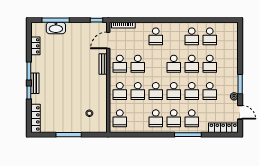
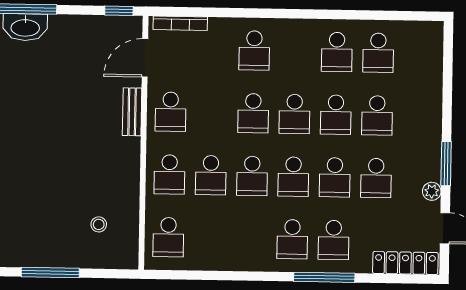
school desk: (138, 64) -> (253, 113), moved
school desk: (156, 118) -> (251, 239), removed

